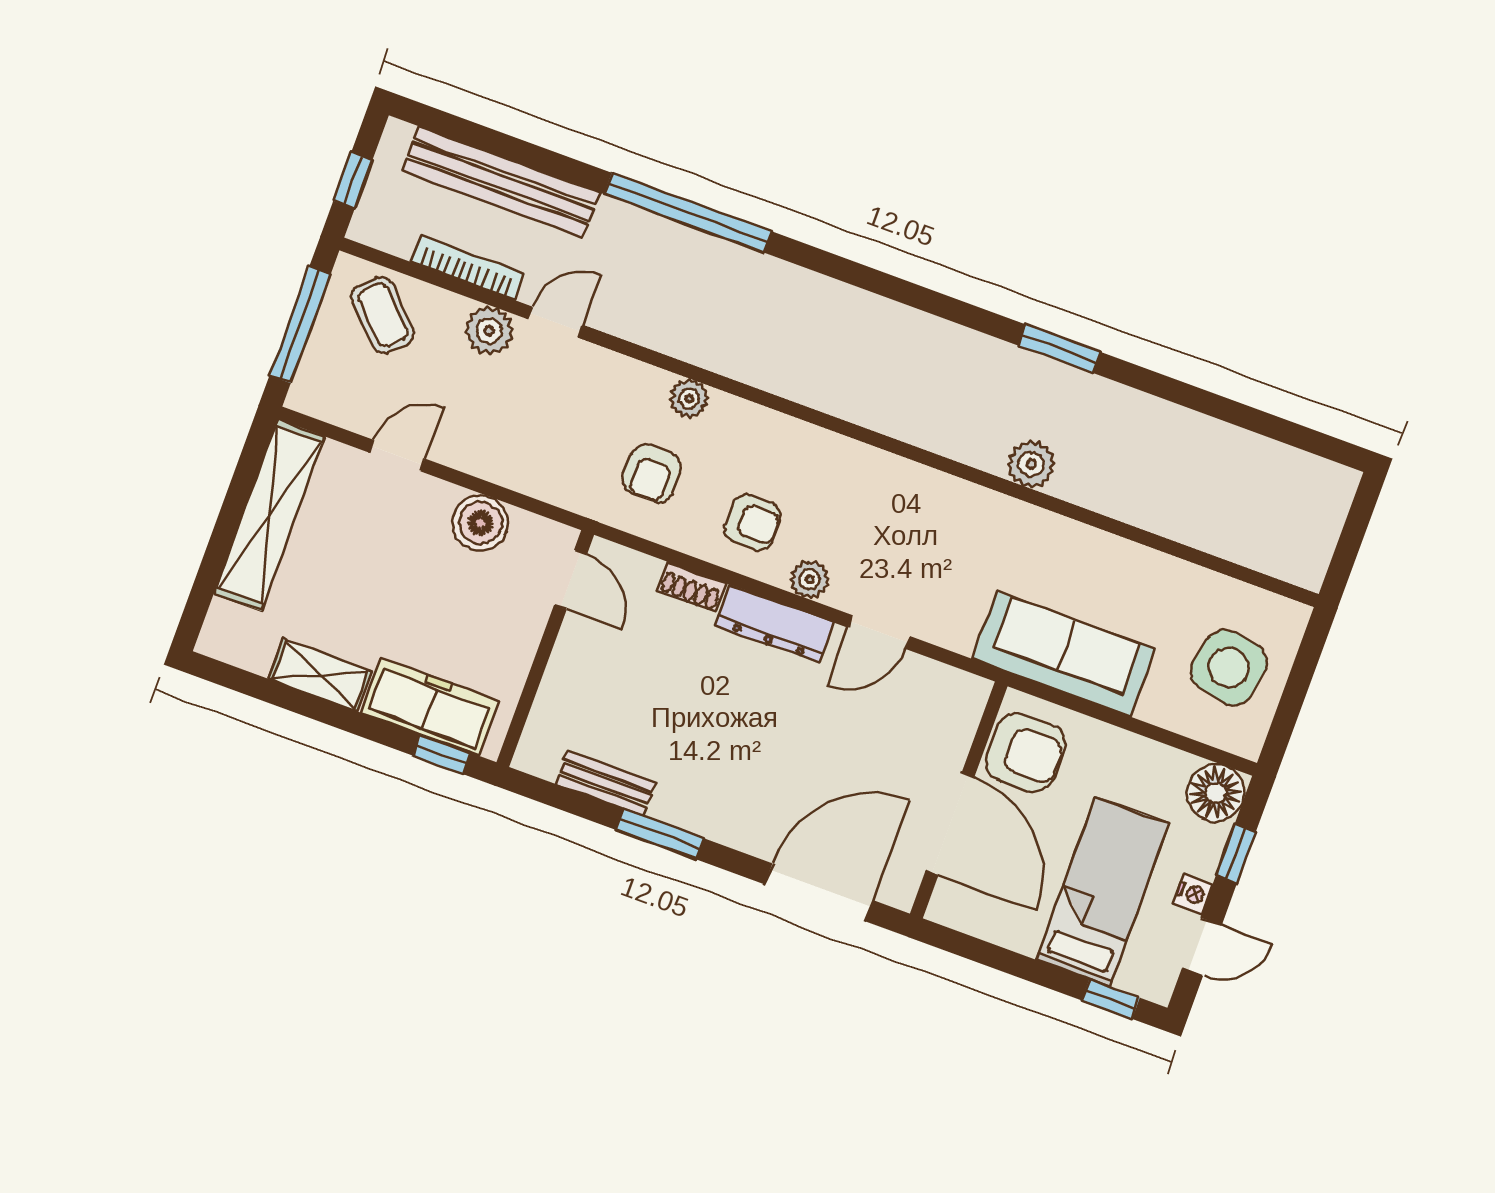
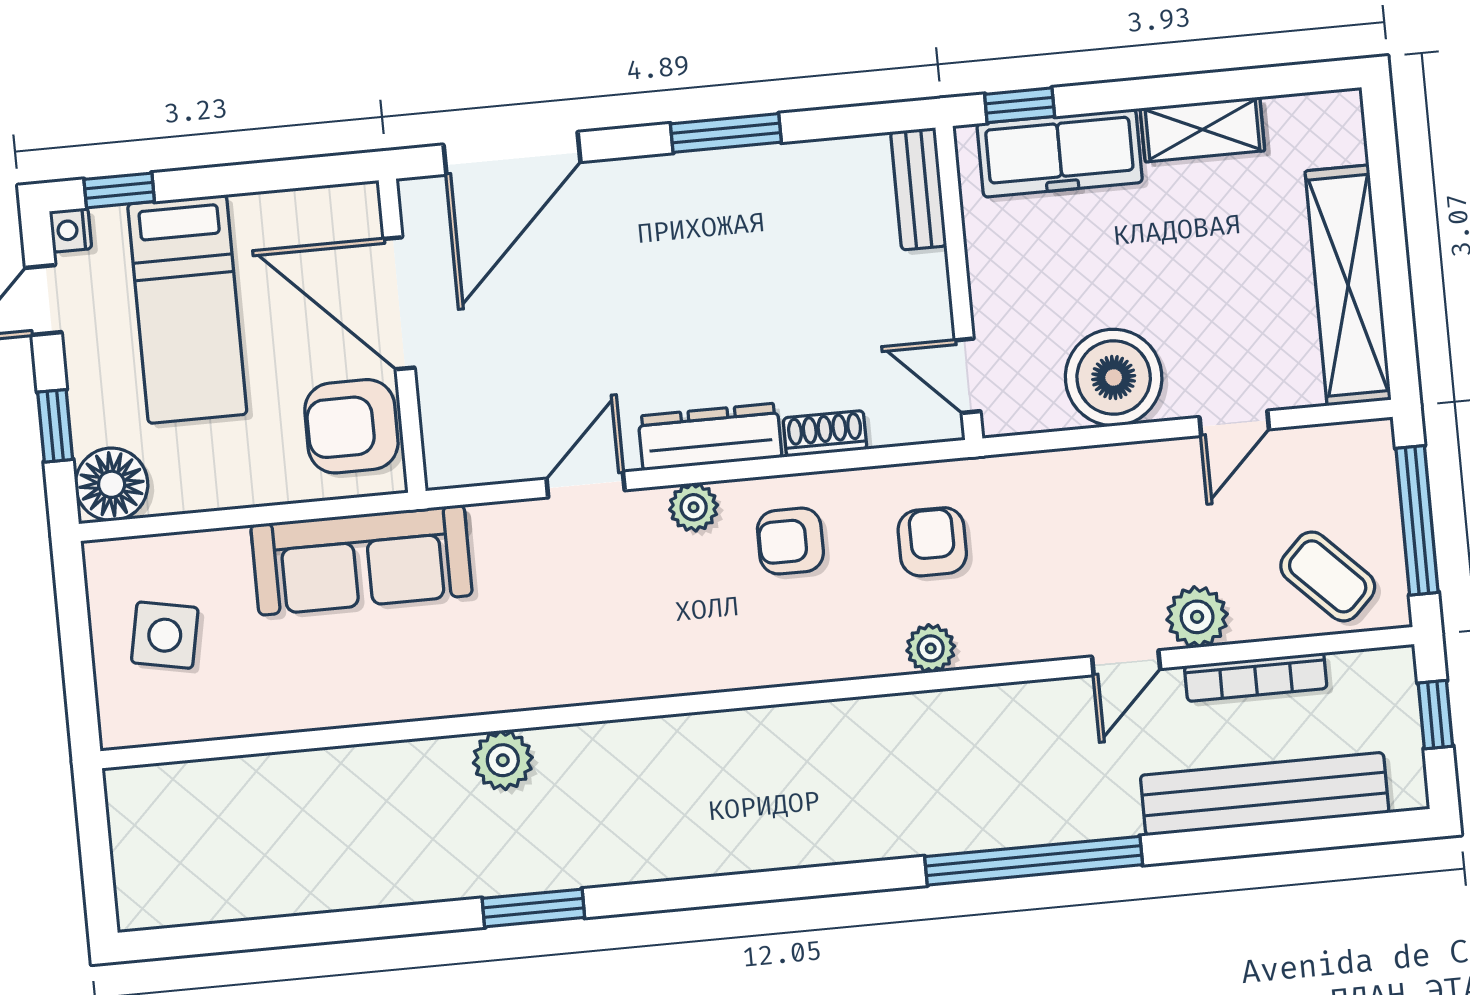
boiler: (480, 523) -> (1114, 378), width x1.37, depth x1.37
side table: (1229, 668) -> (165, 635), width x0.73, depth x0.73
bench: (606, 783) -> (919, 189), moved, turned 90
nightstand: (1193, 894) -> (71, 230), moved

